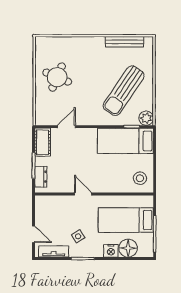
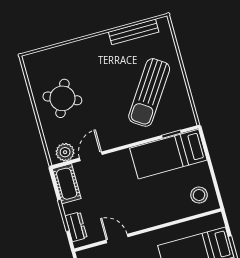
plant: (146, 118) -> (65, 152), moved
door: (83, 194) -> (117, 238), moved

